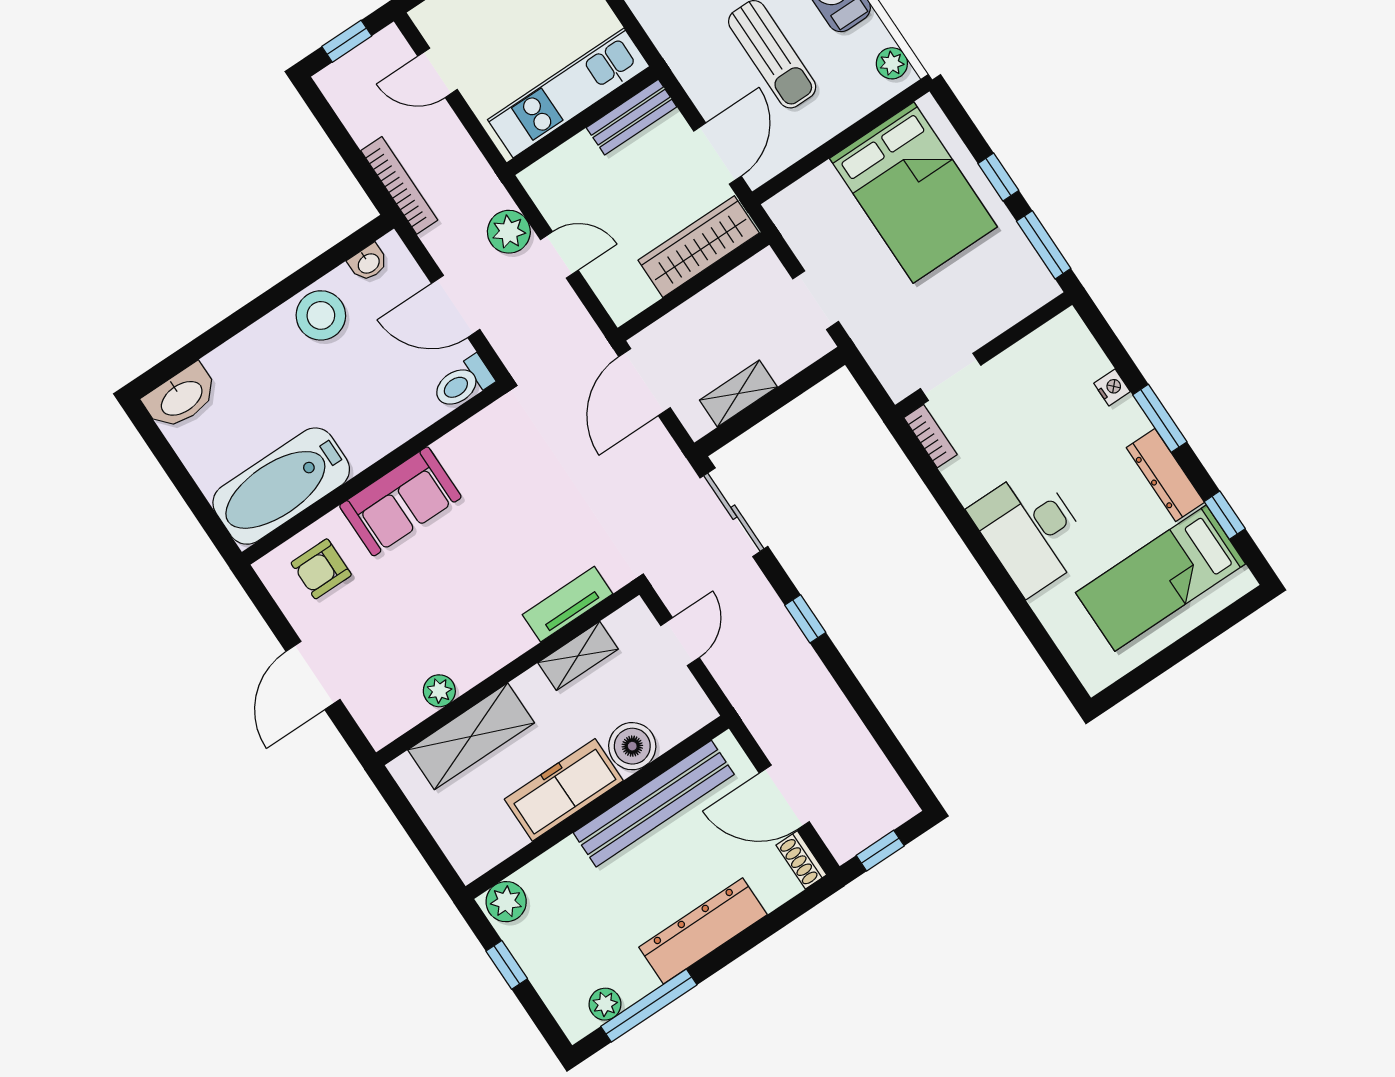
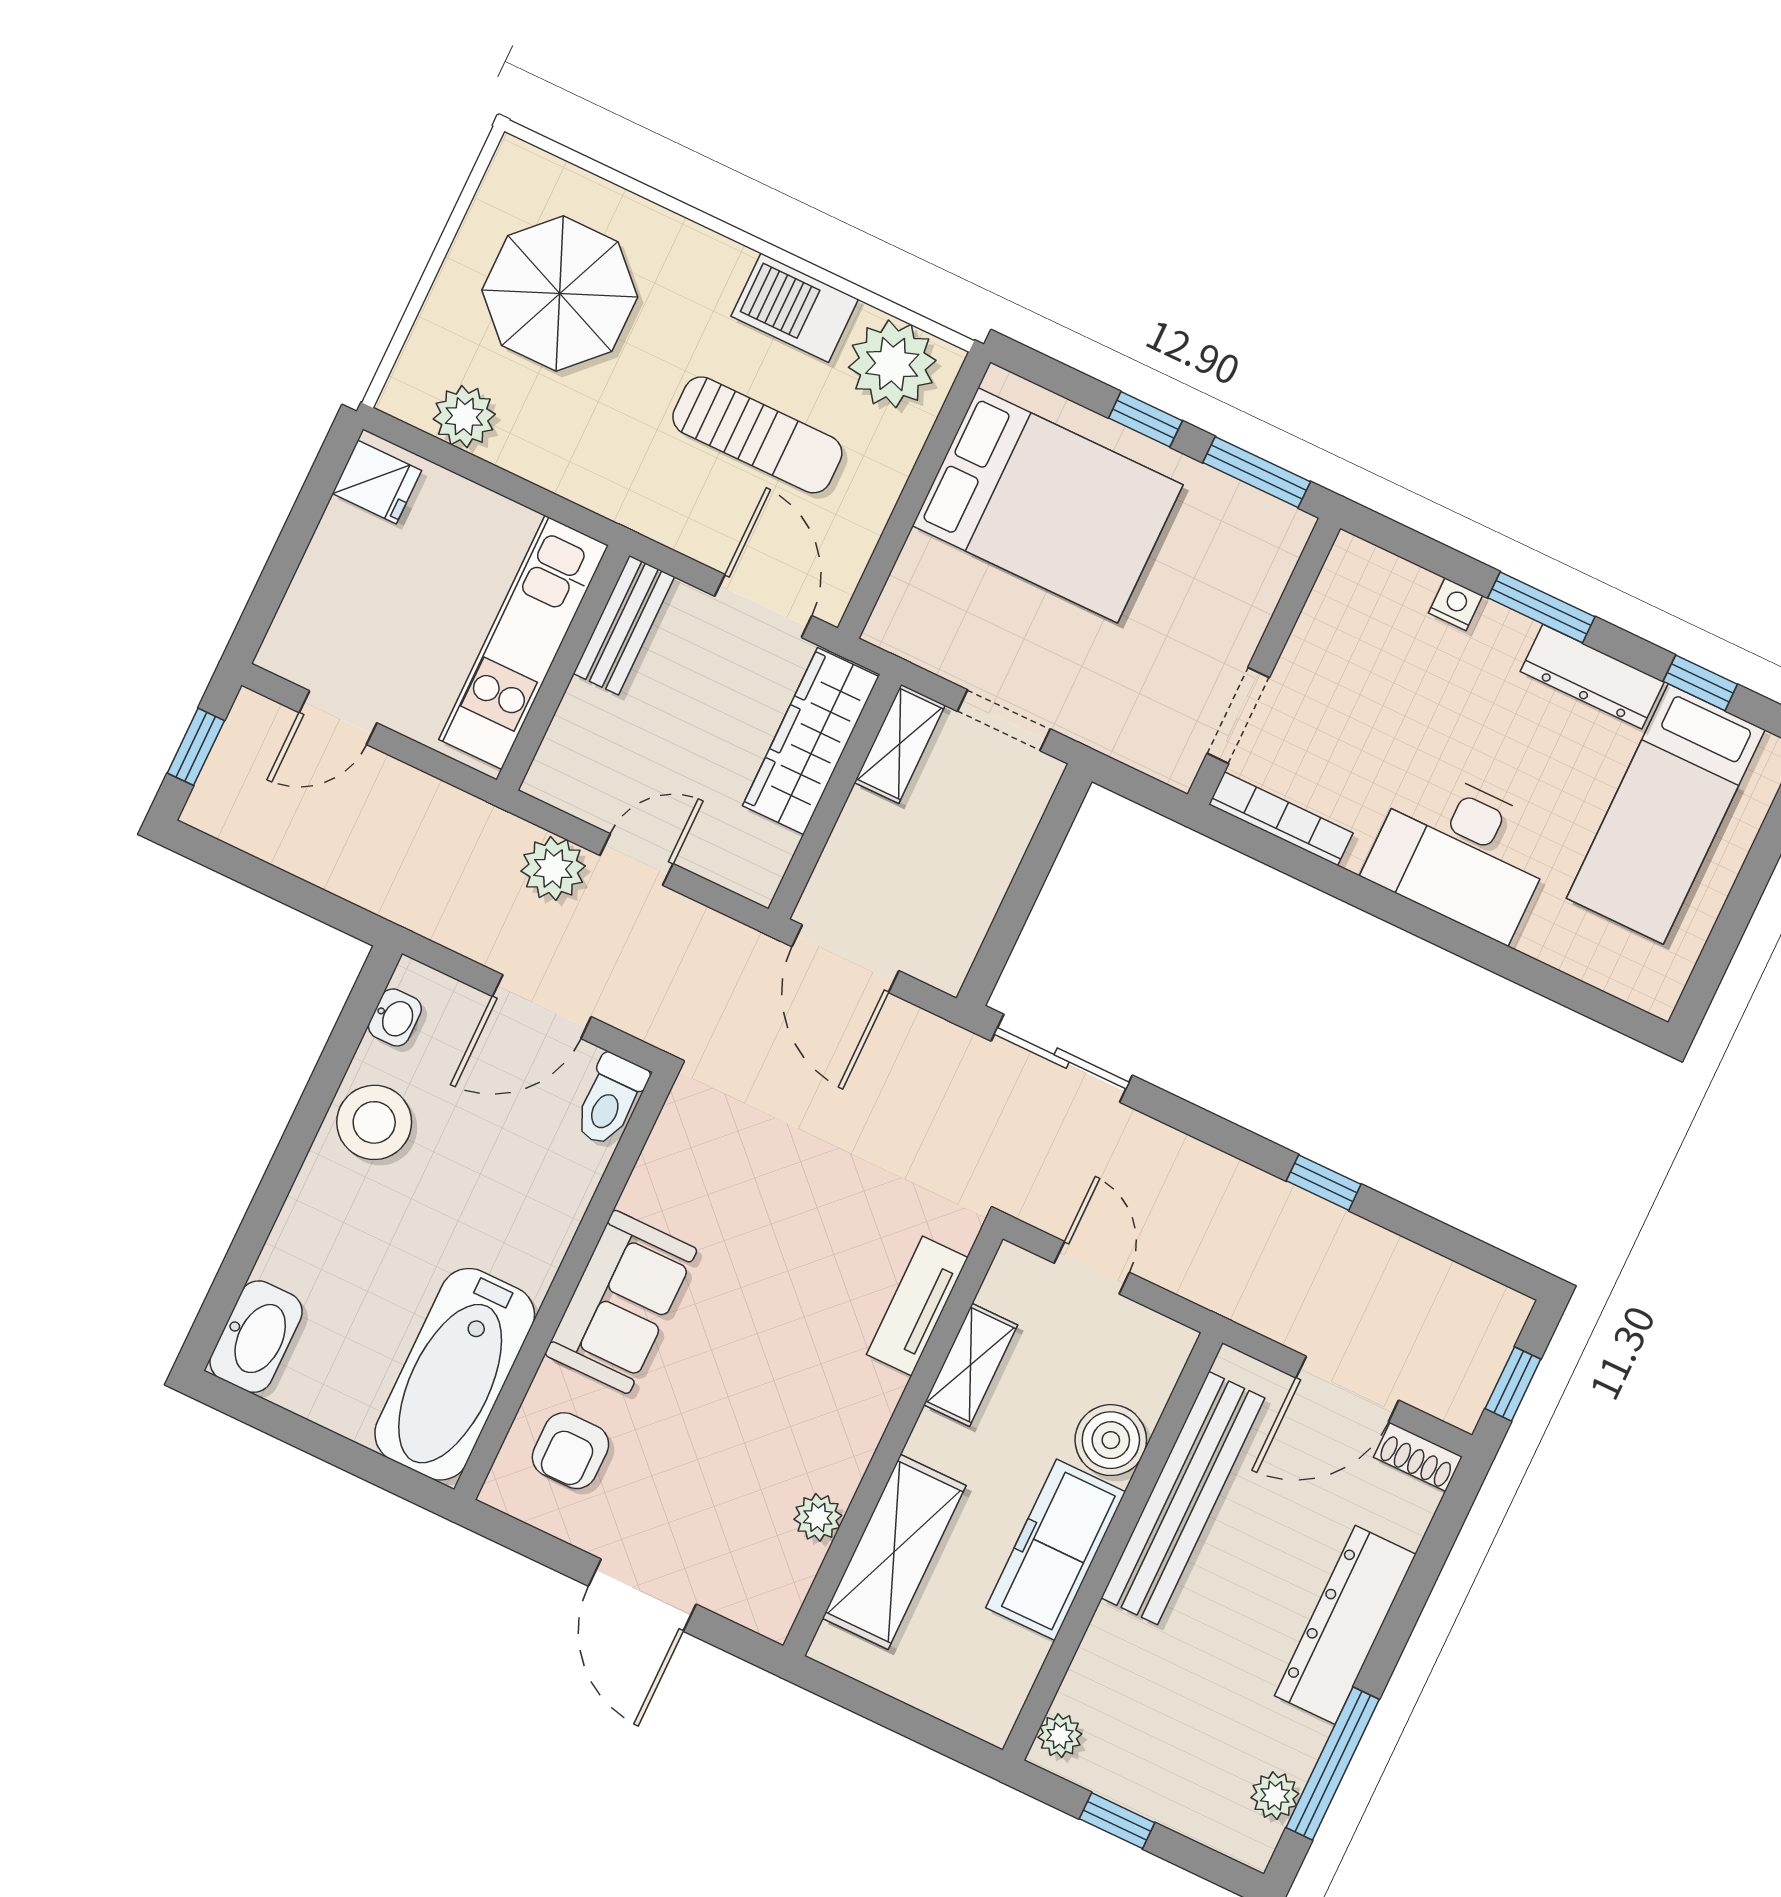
plant: (892, 63) -> (892, 364), width x1.87, depth x1.87
bookcase: (399, 185) -> (375, 893), removed
shelving: (738, 394) -> (900, 744), moved
bookcase: (930, 436) -> (1281, 819), width x1.56
window: (805, 619) -> (1324, 1183), moved
plant: (506, 902) -> (1060, 1736), width x0.73, depth x0.73

